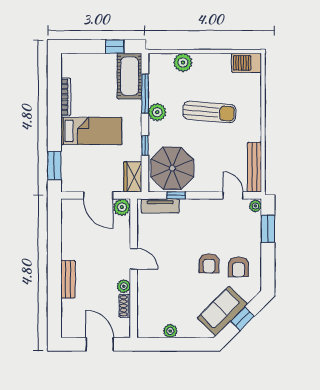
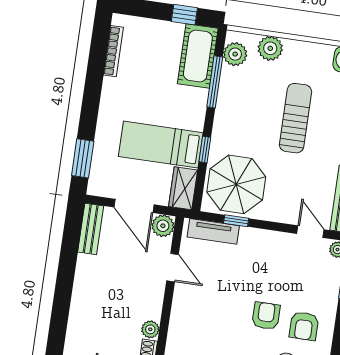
bookcase: (66, 97) -> (113, 51), moved
plant: (157, 112) -> (235, 54), moved
sun lounger: (209, 112) -> (295, 118), turned -95
bed: (91, 131) -> (161, 145), moved, turned 180
door: (134, 259) -> (173, 268), moved
armchair: (209, 263) -> (266, 316), turned 180
bench: (68, 279) -> (91, 229), moved

